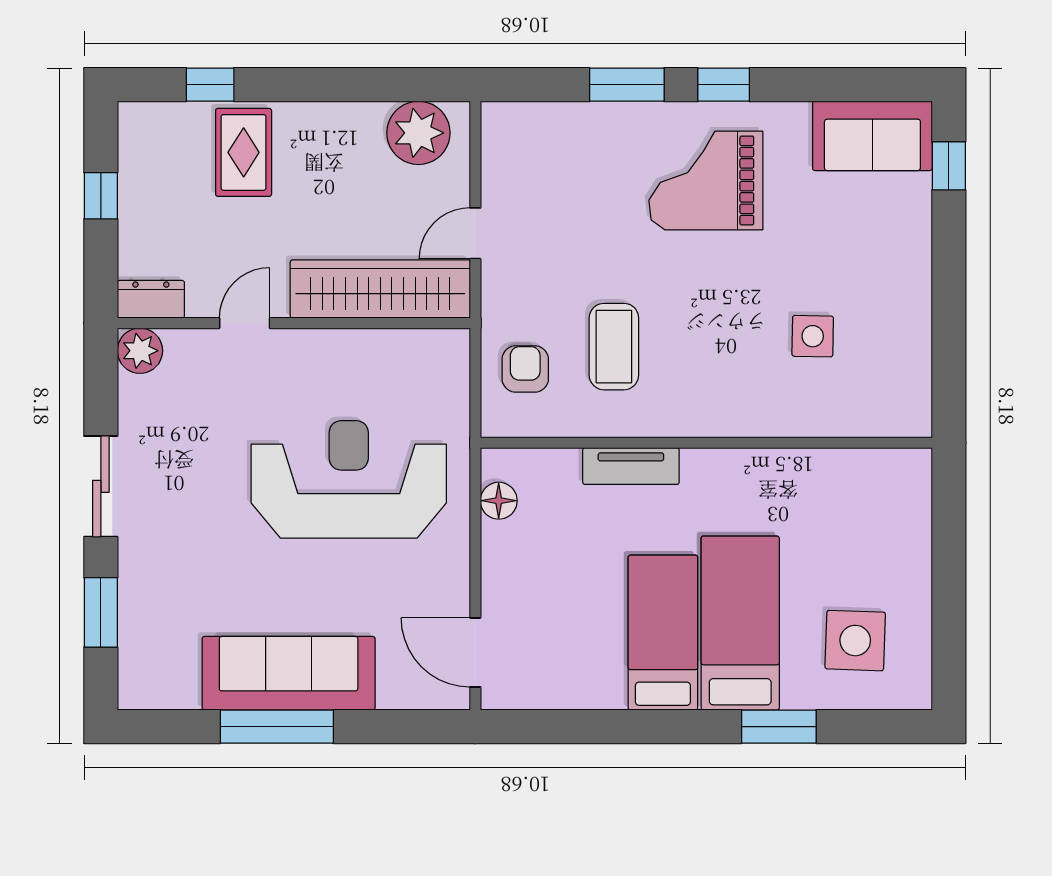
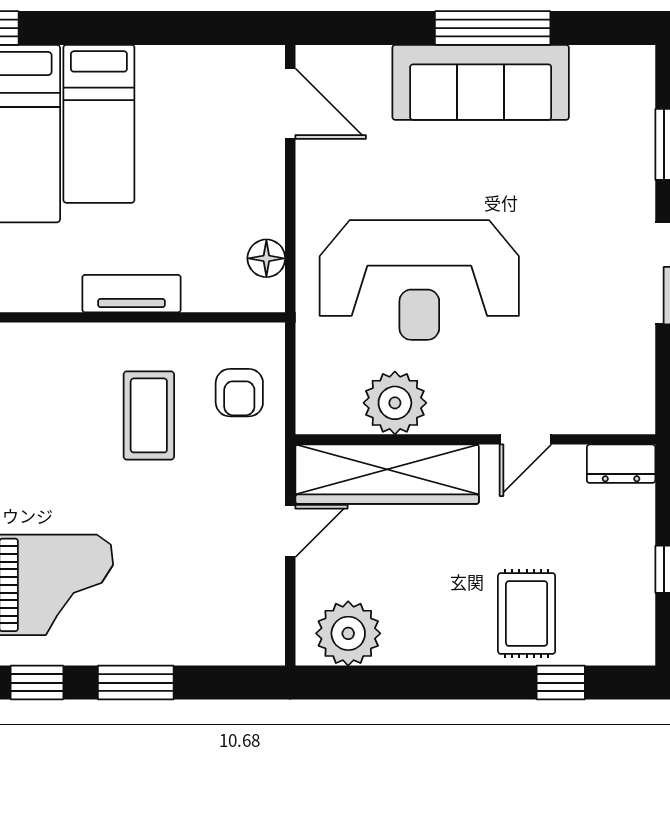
plant: (140, 351) -> (395, 403), moved, width x1.36, depth x1.36

